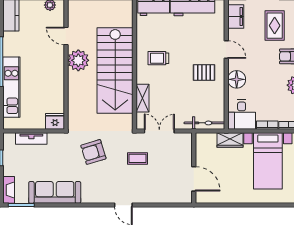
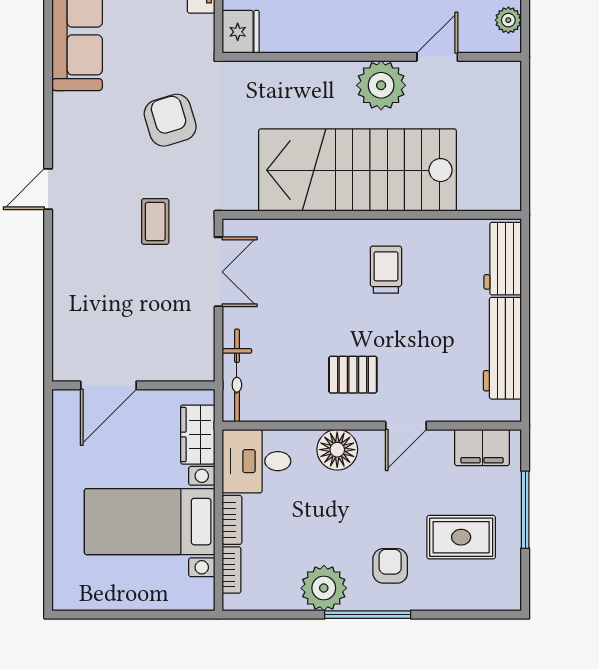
pallet: (204, 73) -> (353, 375), turned 90
shelving: (143, 98) -> (294, 233), removed
wall: (194, 168) -> (133, 385), moved
door: (194, 179) -> (108, 385), moved

